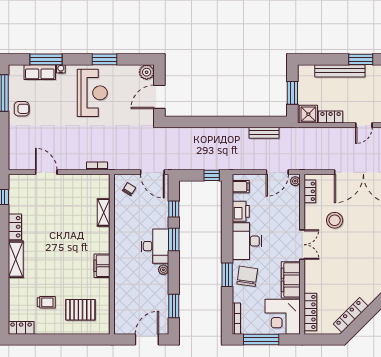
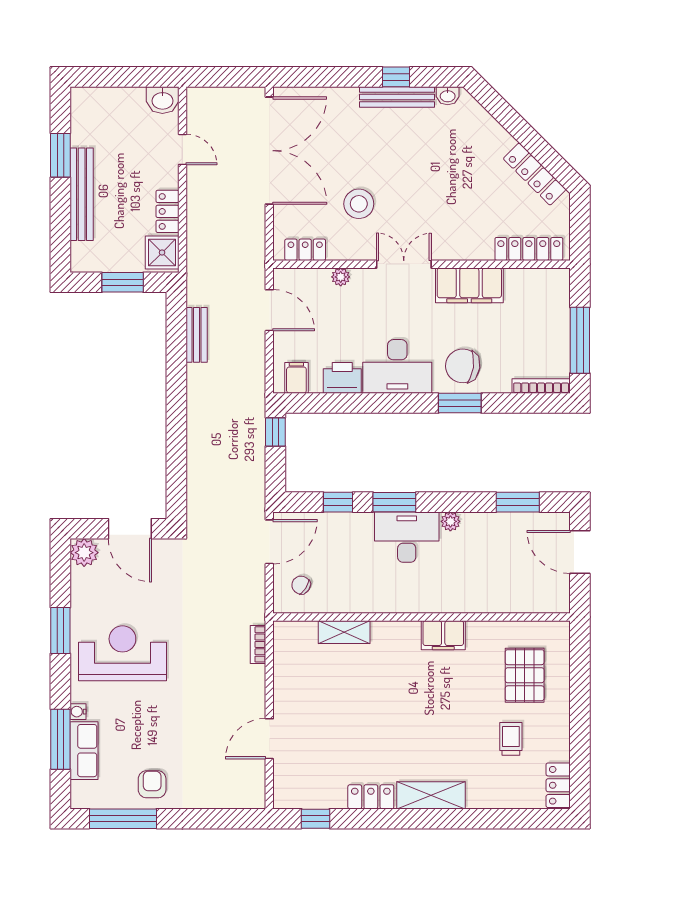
plant: (295, 181) -> (341, 277), moved
corner desk: (283, 317) -> (538, 300), removed

